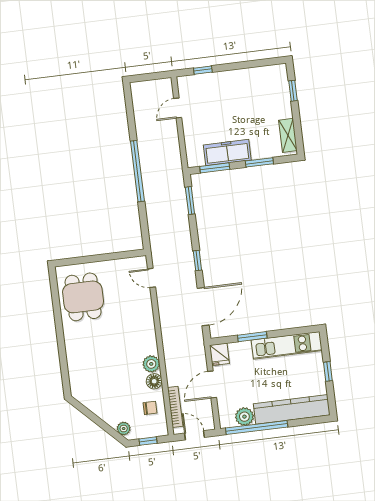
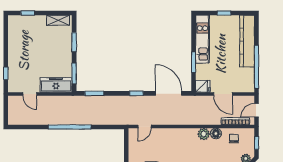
freezer: (227, 153) -> (56, 85), moved, turned 90
plant: (244, 417) -> (248, 74), removed

